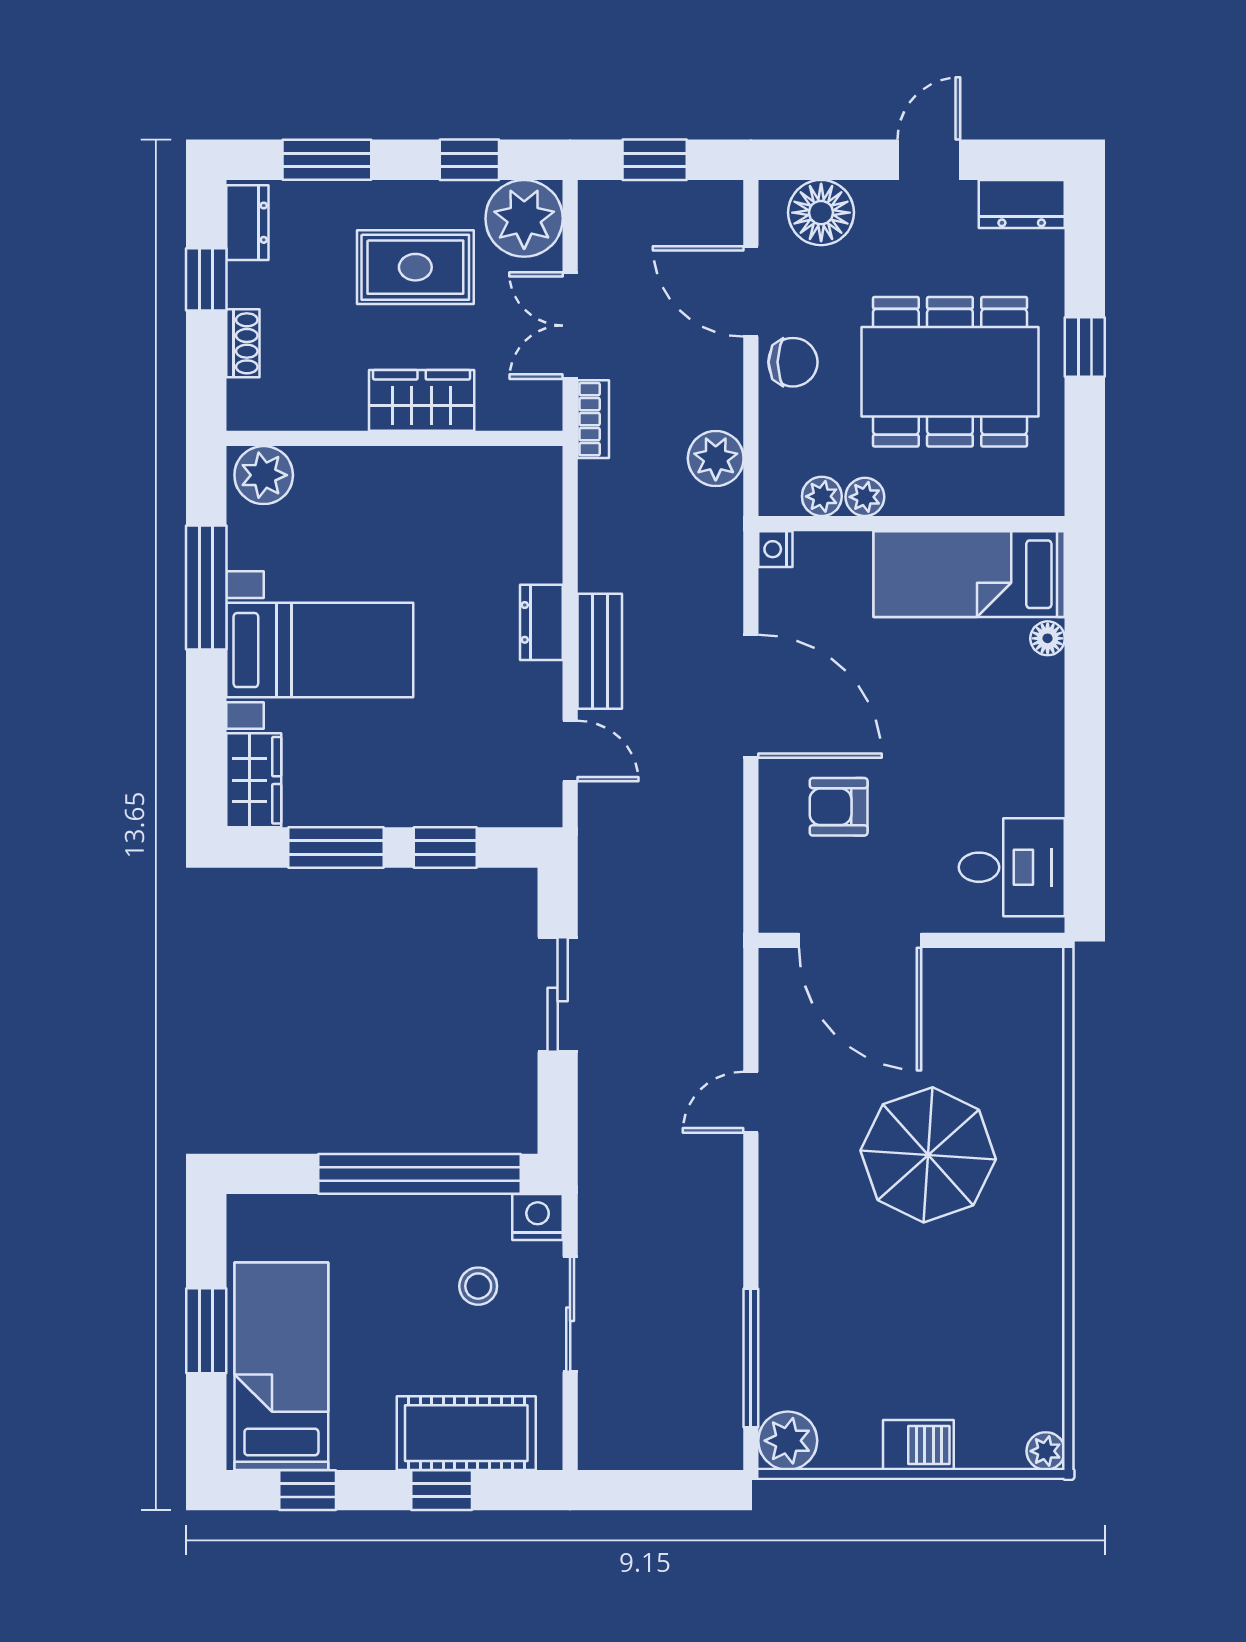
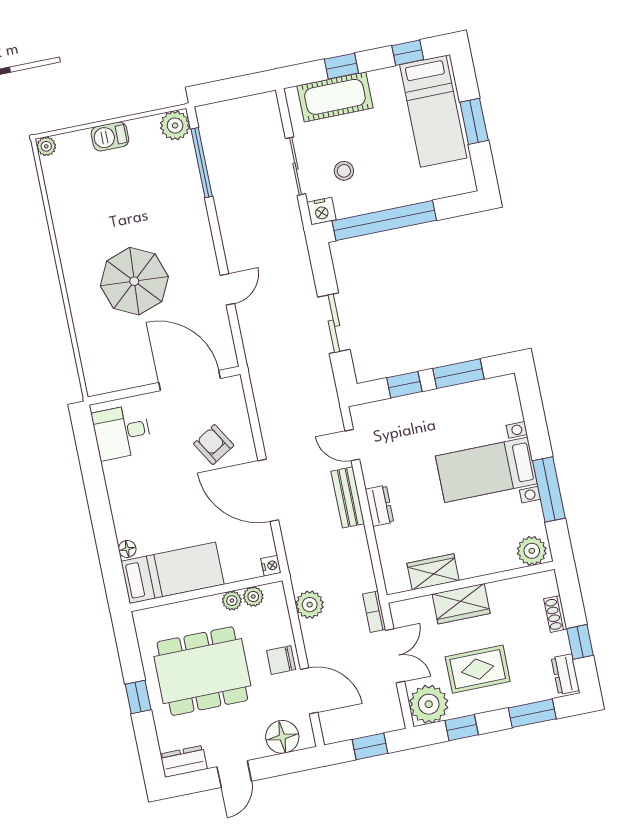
wardrobe: (254, 780) -> (433, 572), moved, turned 90
armchair: (839, 807) -> (214, 444), turned -121

